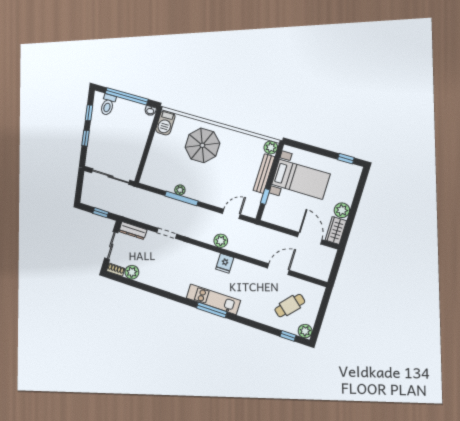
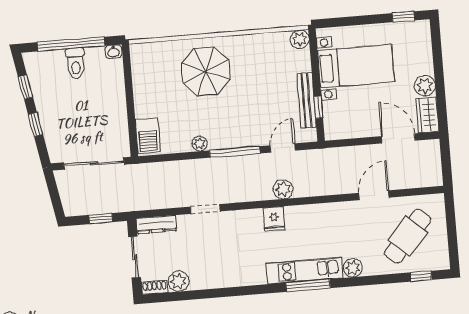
toilet: (108, 105) -> (76, 64), moved
barbecue: (165, 123) -> (148, 136), moved
bench: (264, 174) -> (306, 100), moved
window: (181, 198) -> (235, 152), moved
fridge: (225, 263) -> (274, 219), moved
cafe table: (290, 306) -> (408, 236), width x1.37, depth x1.35
plant: (305, 331) -> (353, 268), moved

